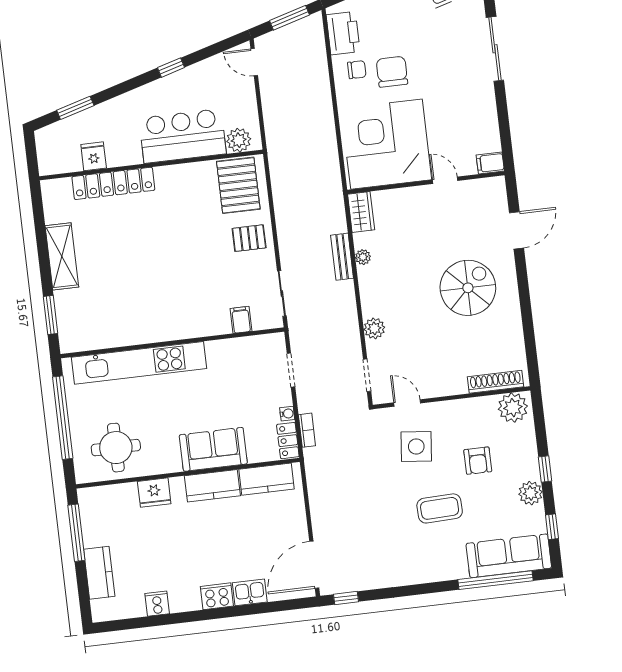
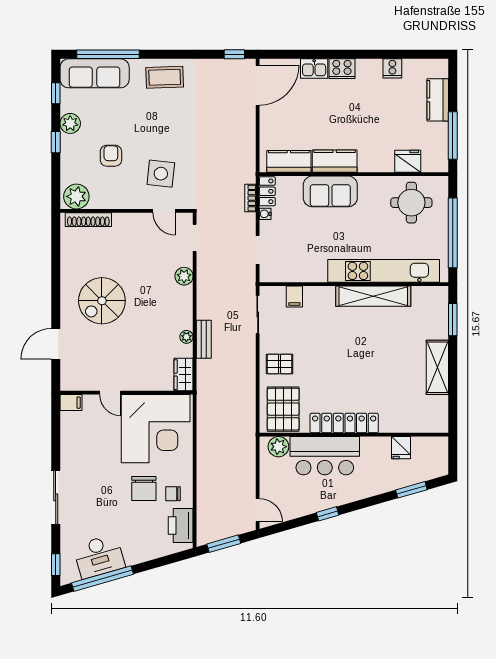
locker: (113, 183) -> (344, 423), moved
shelving: (148, 331) -> (373, 296), added
fridge: (154, 493) -> (408, 161), moved
coffee table: (440, 508) -> (165, 77), moved

